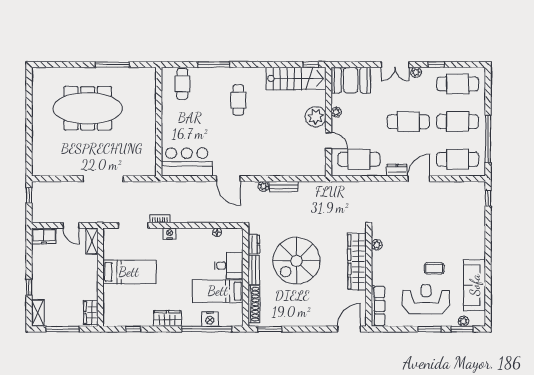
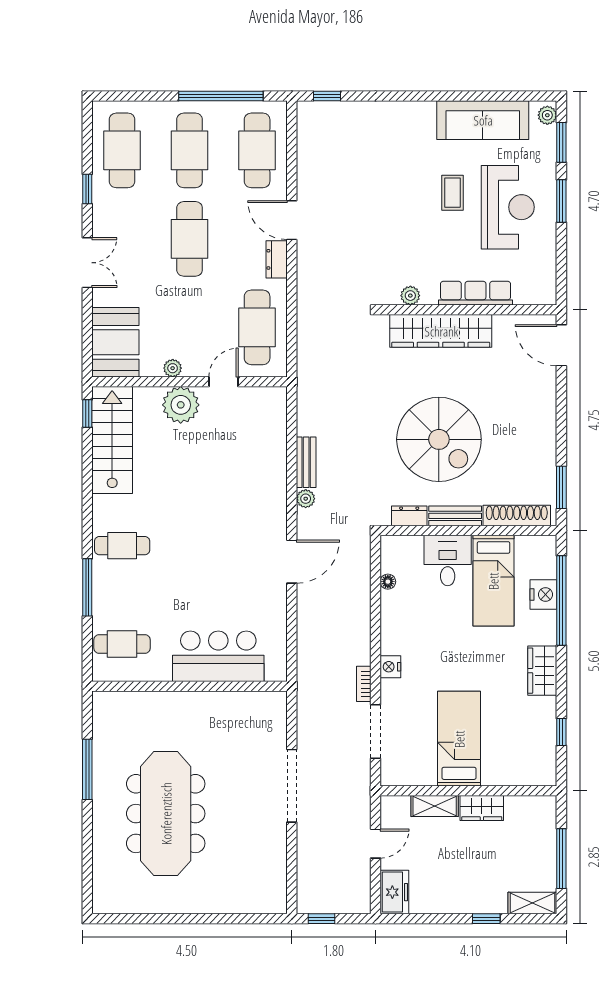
plant: (416, 72) -> (101, 225), removed
cafe table: (238, 100) -> (122, 546), moved
bar counter: (187, 162) -> (218, 656), moved, turned 90
shelving: (92, 241) -> (435, 806), moved
reception desk: (426, 299) -> (508, 207), turned 180
row of seats: (378, 306) -> (476, 293), moved
wardrobe: (91, 313) -> (482, 808), moved
plant: (463, 321) -> (547, 115), moved

